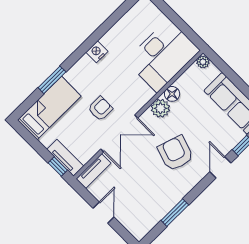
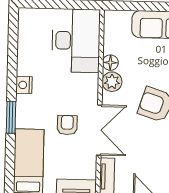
plant: (203, 62) -> (110, 17), removed
window: (52, 80) -> (11, 117), moved

